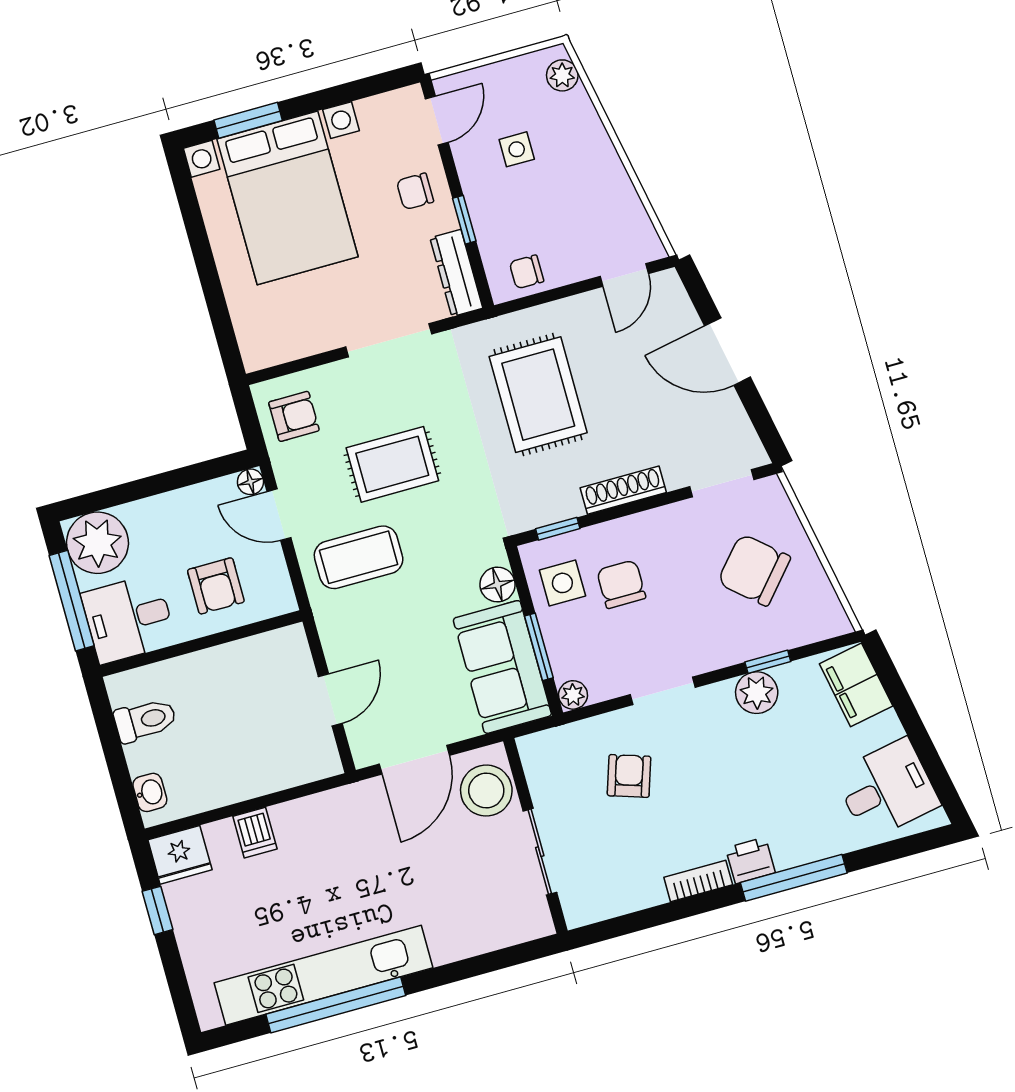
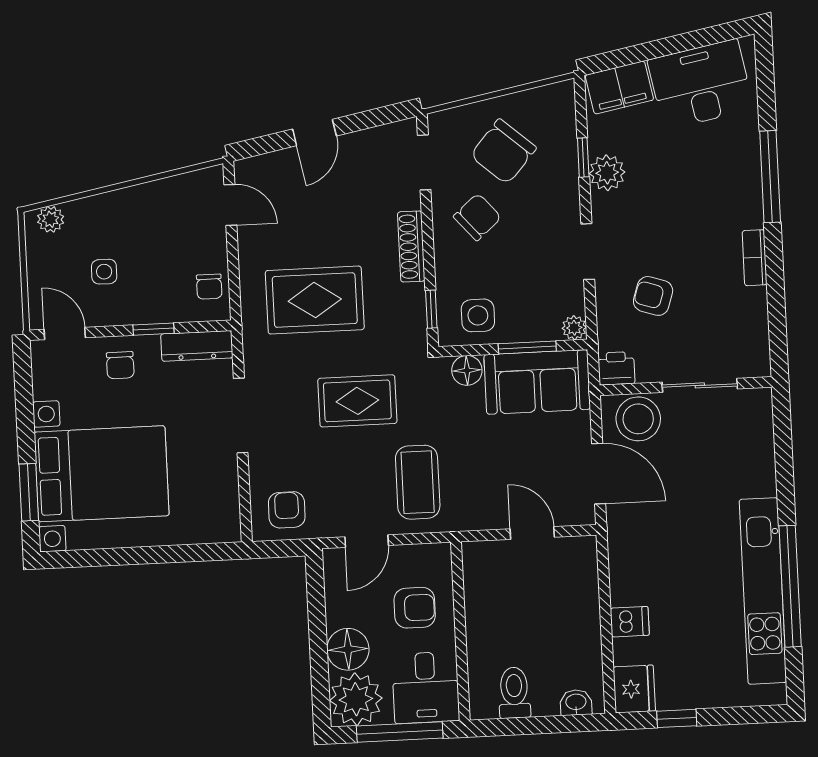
door: (728, 352) -> (314, 132), width x0.73
rug: (392, 464) -> (357, 401), moved, turned 90
floor lamp: (250, 482) -> (348, 649), moved, width x1.89, depth x1.89
chair: (621, 584) -> (477, 217), moved, turned 139
desk: (887, 789) -> (701, 84), width x1.37
printer: (750, 860) -> (616, 368), moved, turned 90

